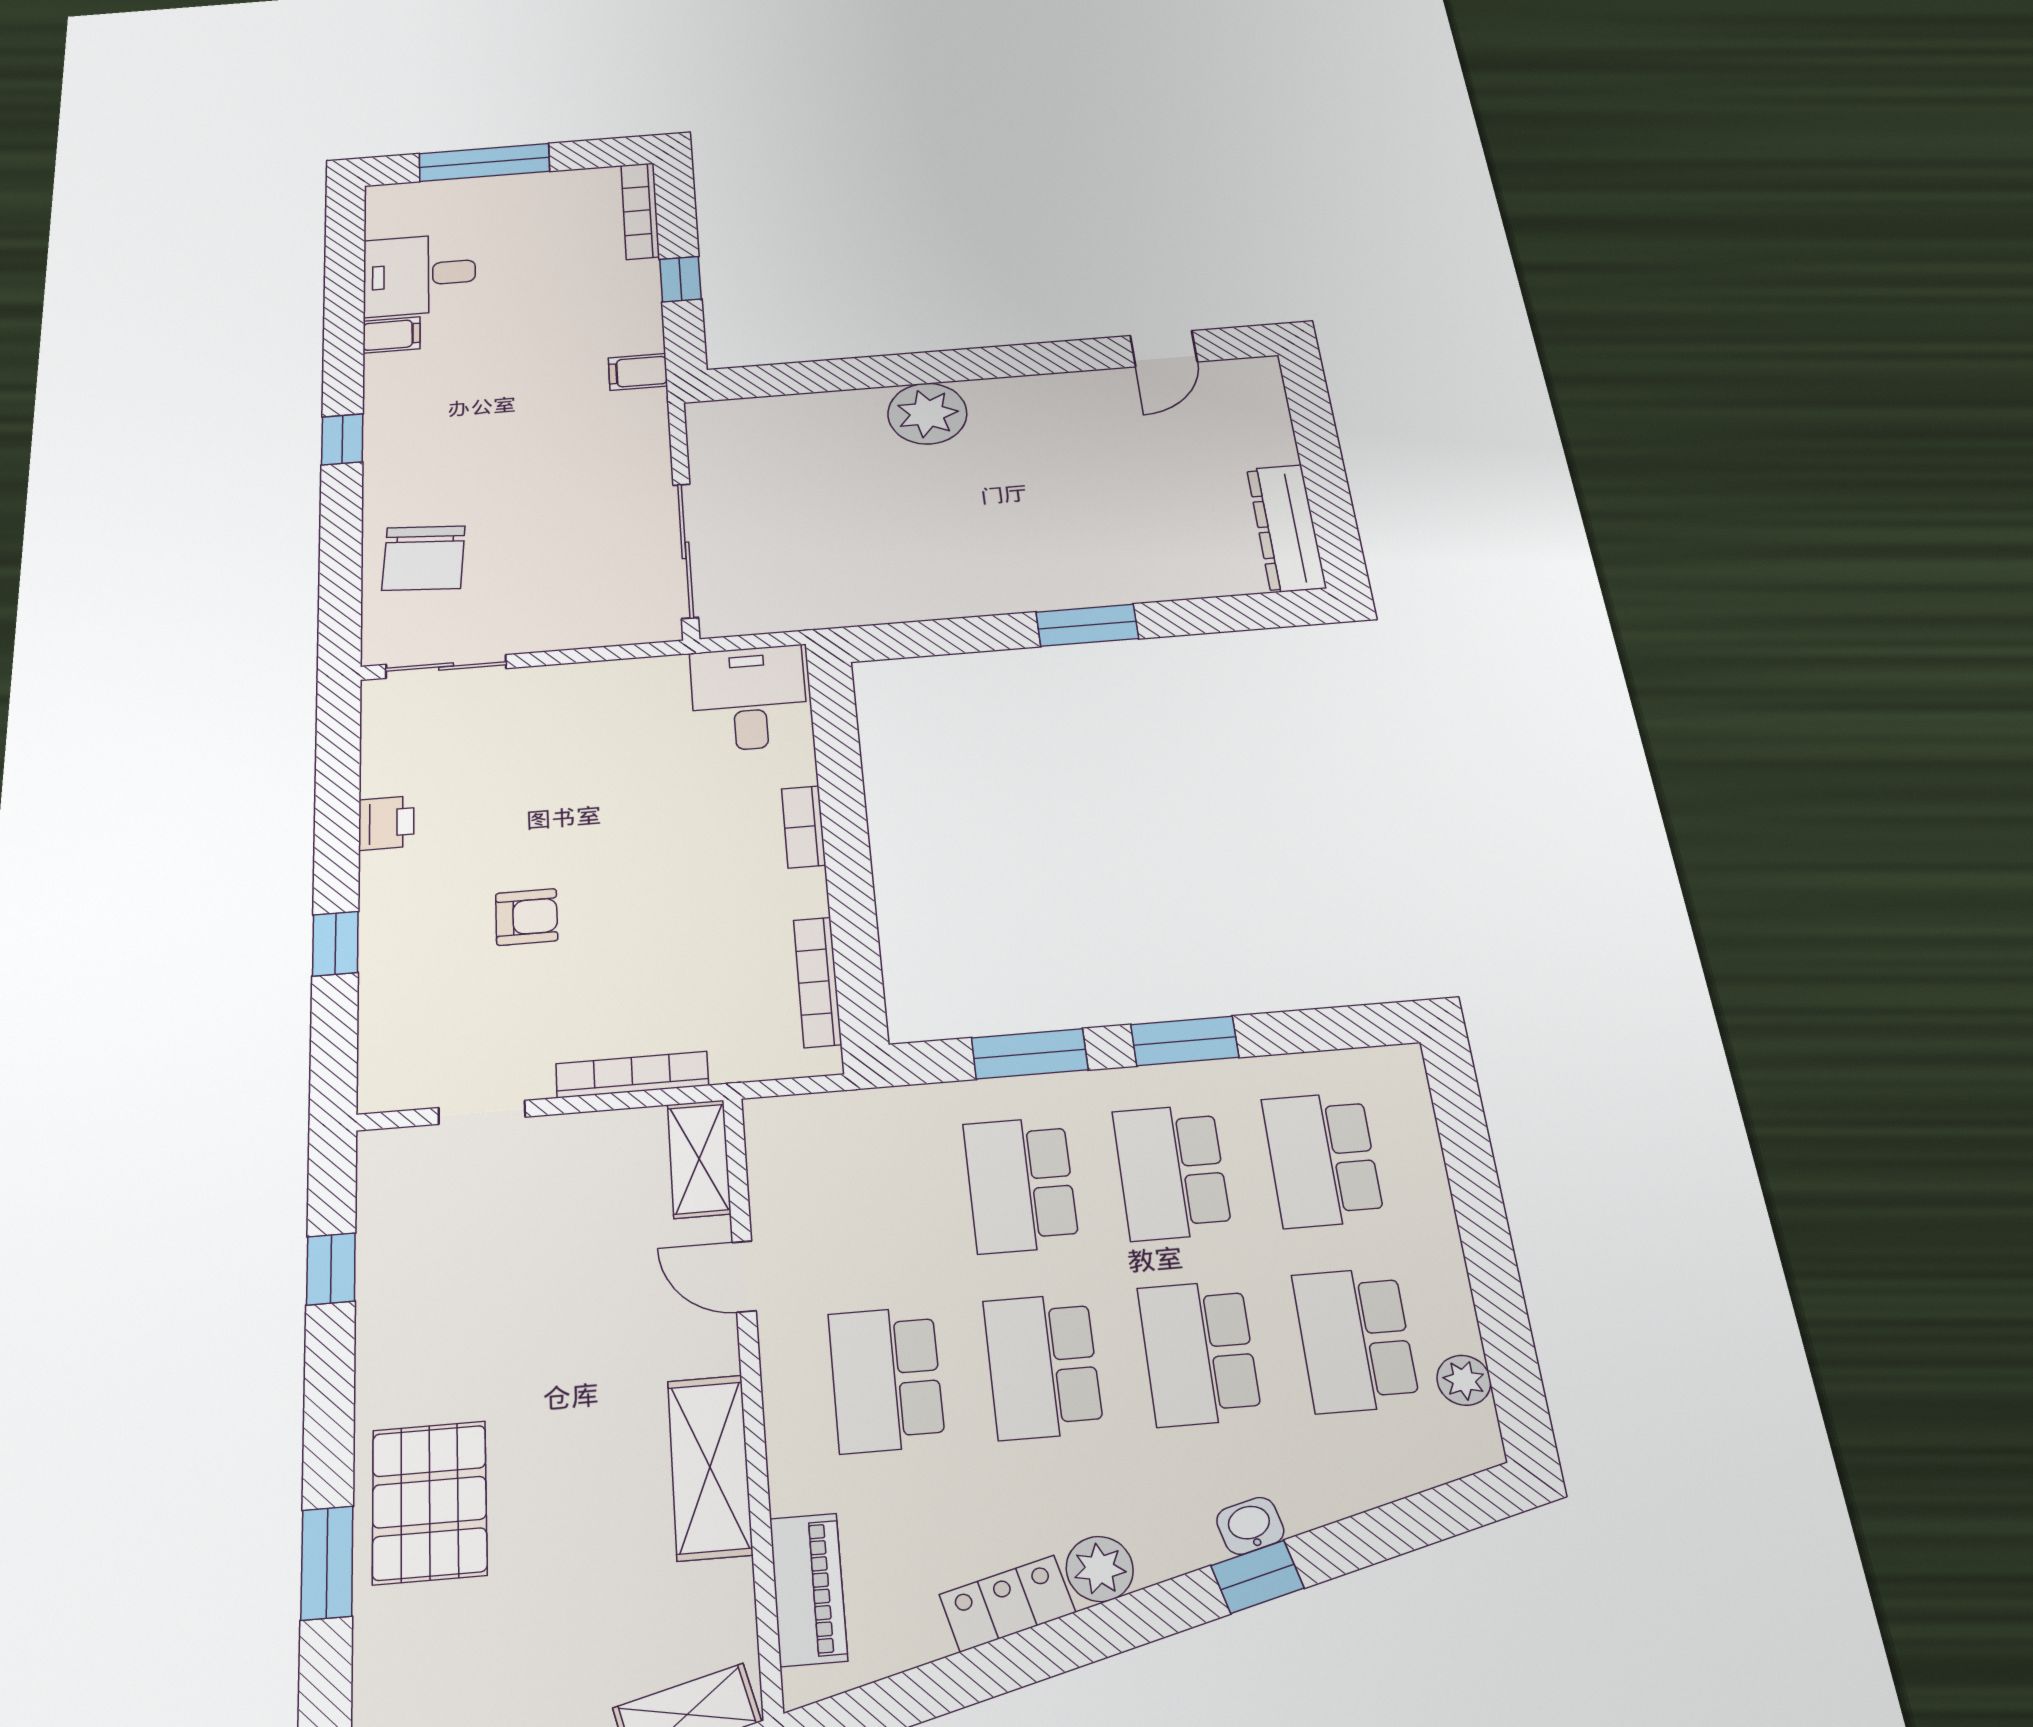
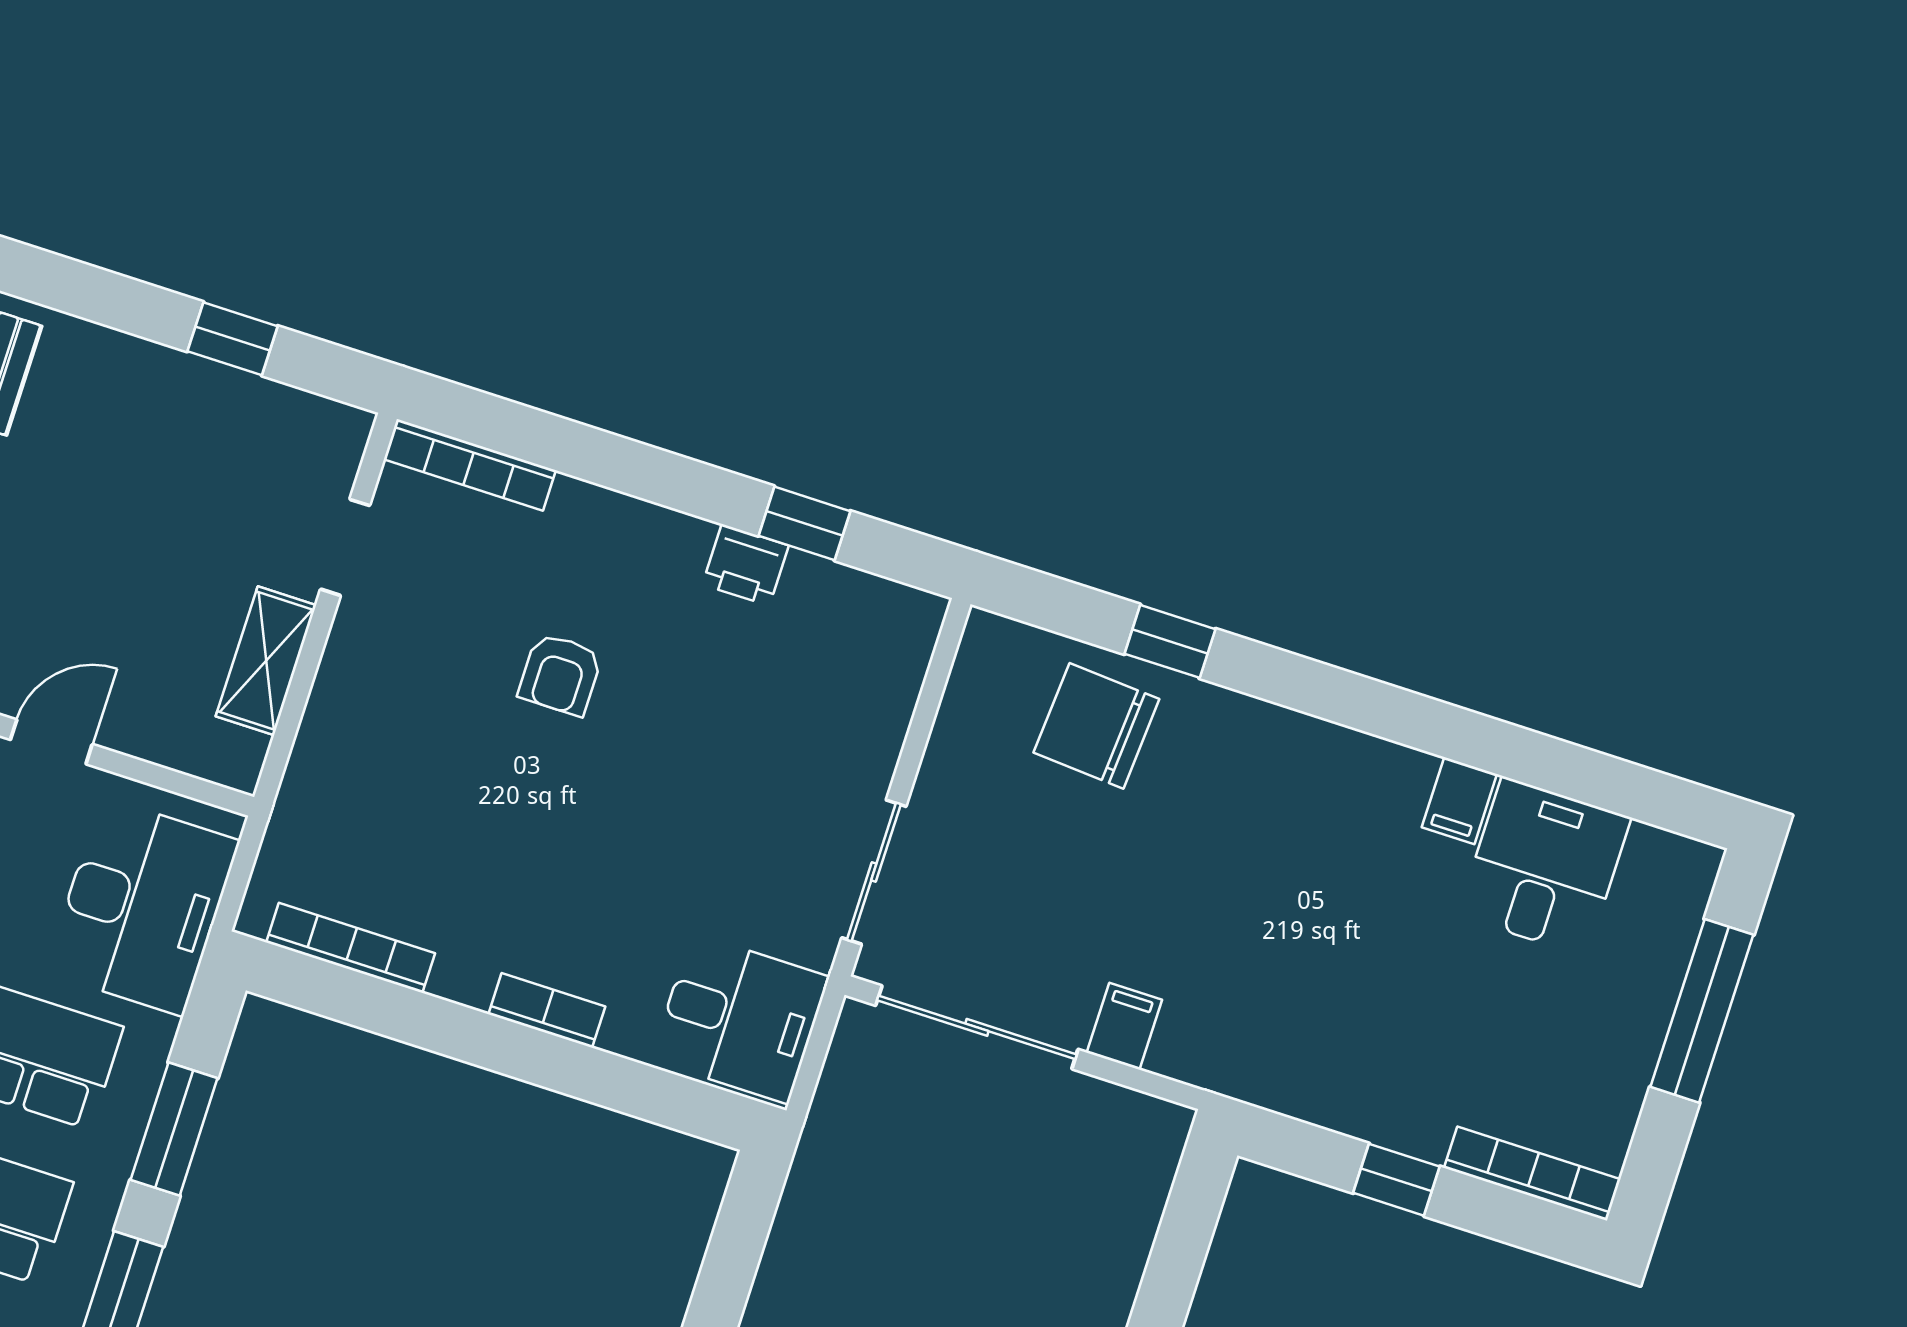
filing cabinet: (638, 372) -> (1124, 1026), moved
window: (342, 439) -> (1170, 641), moved
sliding door: (446, 666) -> (874, 872), moved
window: (335, 944) -> (804, 523), moved
bookcase: (632, 1075) -> (470, 465), moved, turned 90
desk: (855, 1150) -> (142, 906), added
shelving: (699, 1159) -> (266, 661), moved, turned 90

